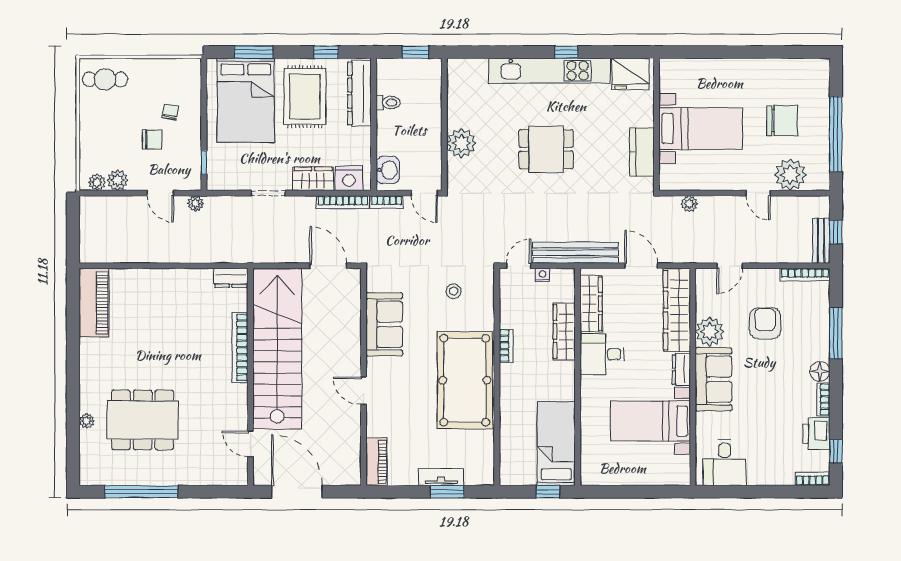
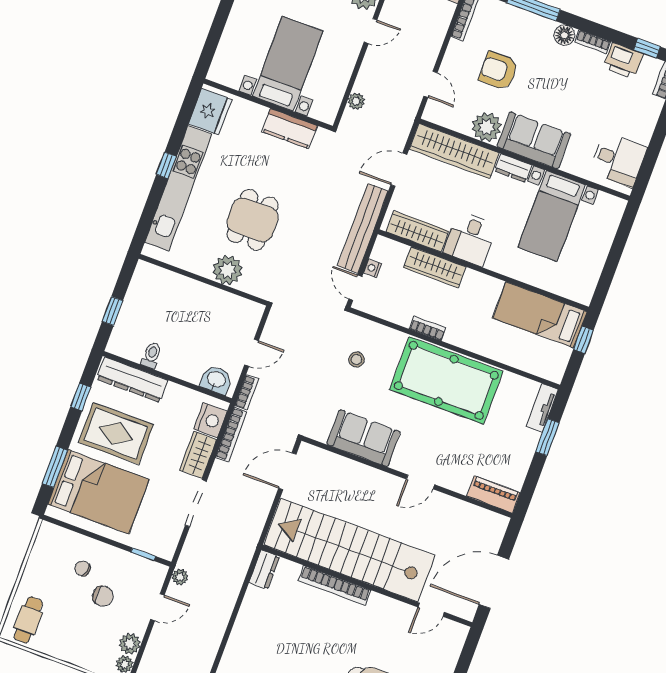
wall: (444, 124) -> (203, 280), moved
chair: (152, 140) -> (103, 596), turned 90
plant: (461, 143) -> (228, 270), moved
doorway: (268, 193) -> (196, 503), width x1.38
tv unit: (441, 477) -> (542, 408), moved

